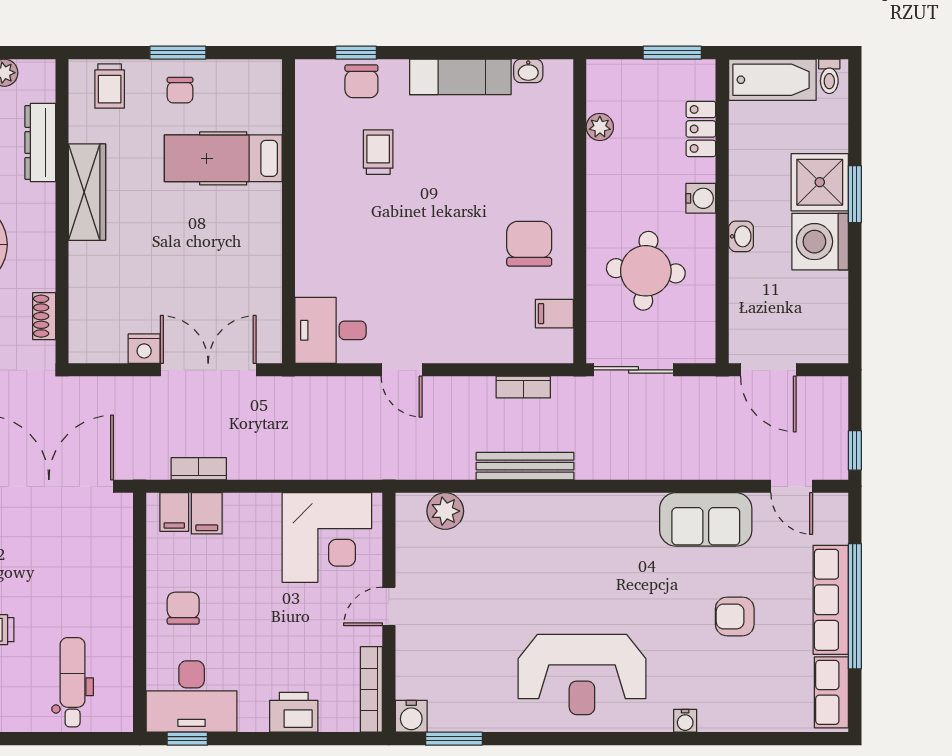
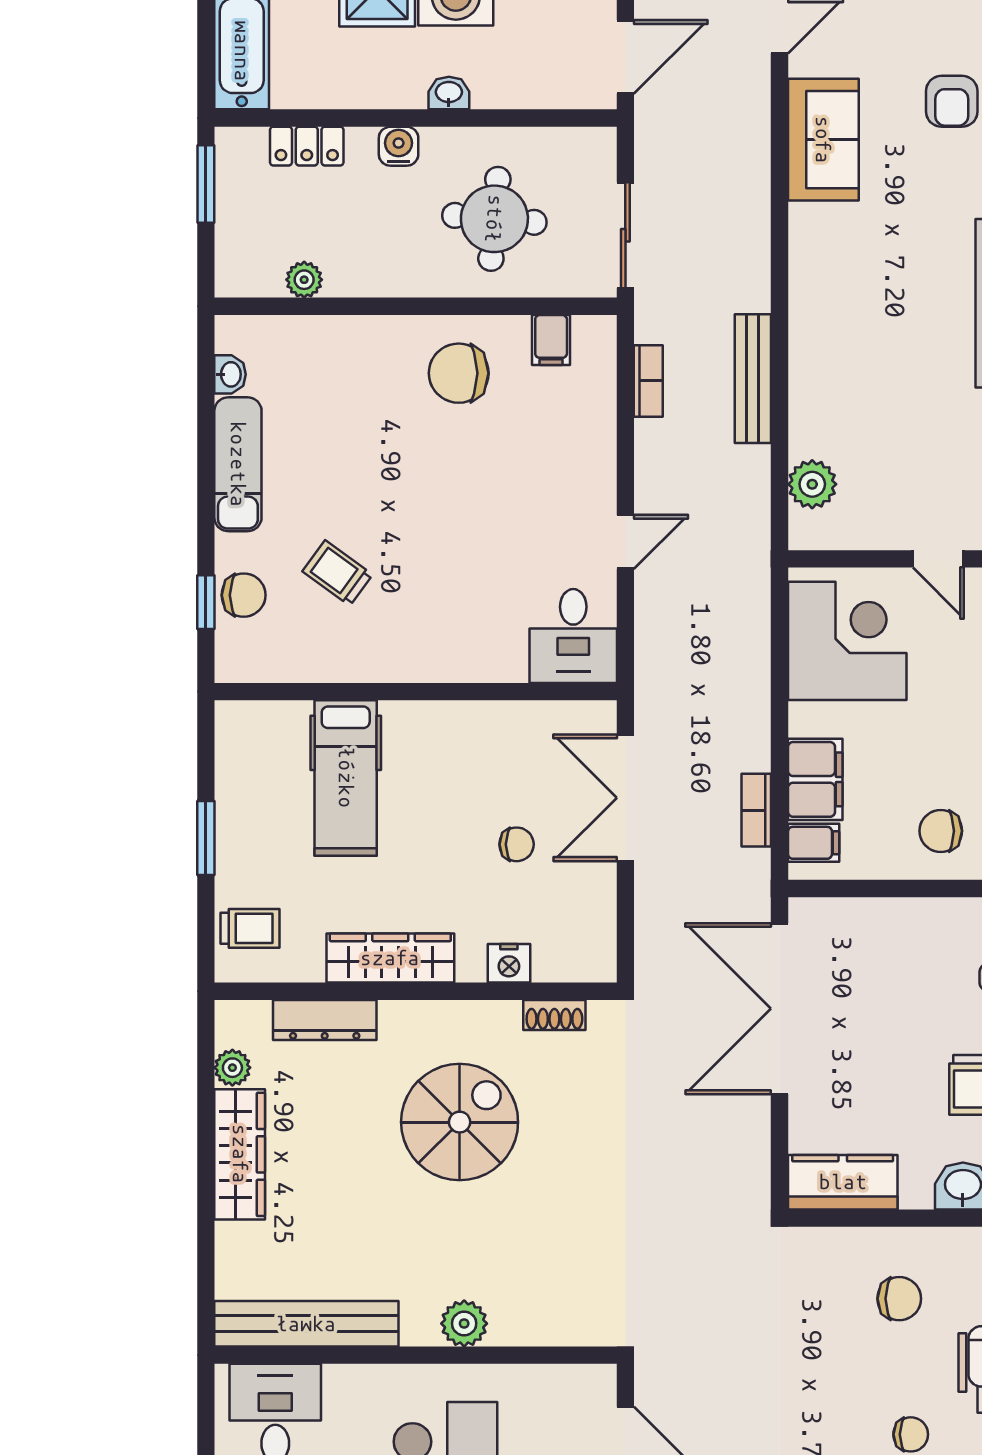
chair: (180, 90) -> (517, 844), moved
trolley: (378, 152) -> (337, 573), turned 36
nightstand: (144, 349) -> (509, 963), moved, turned 90
filing cabinet: (207, 513) -> (815, 779), width x2.00

